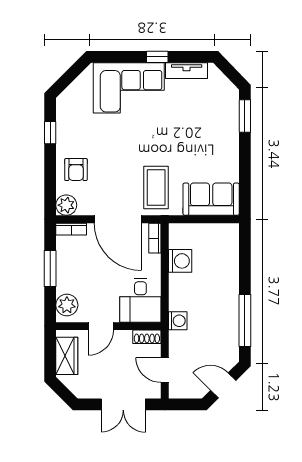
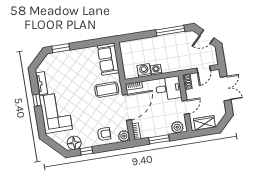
floor lamp: (69, 113) -> (74, 143), added
washing machine: (178, 321) -> (156, 70), moved
door: (101, 326) -> (186, 107), hinge flipped
door: (223, 385) -> (207, 37), hinge flipped

